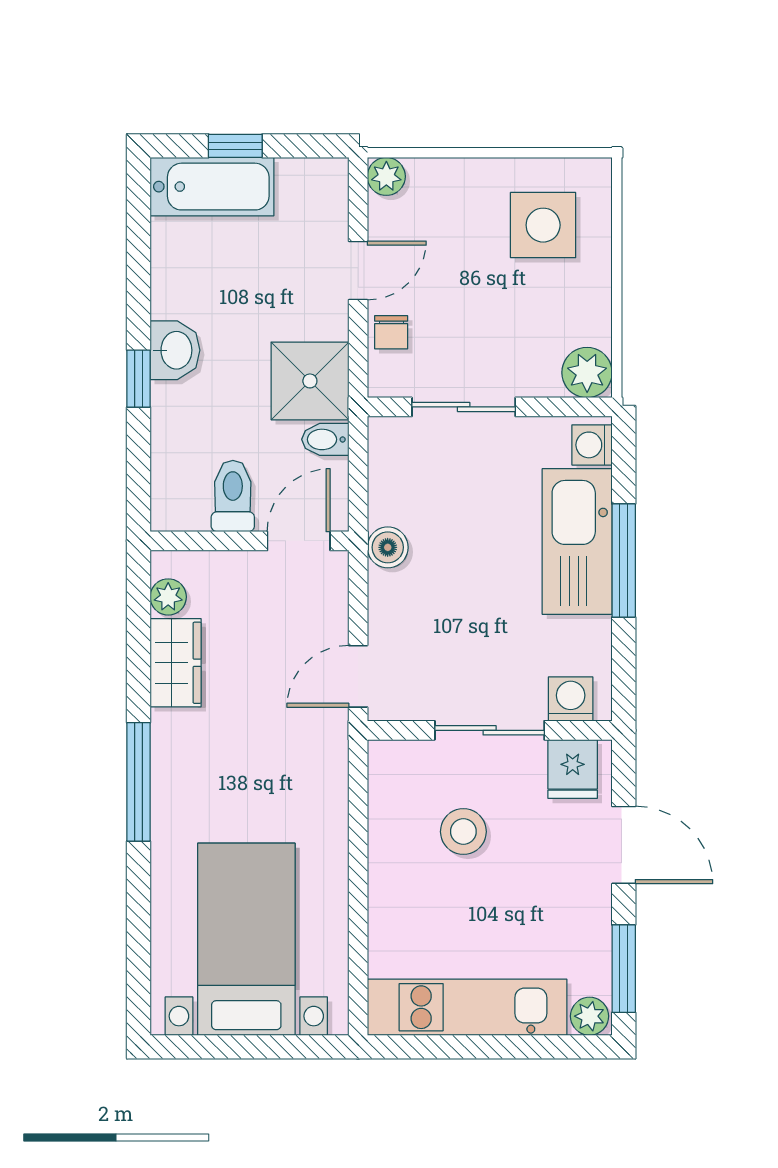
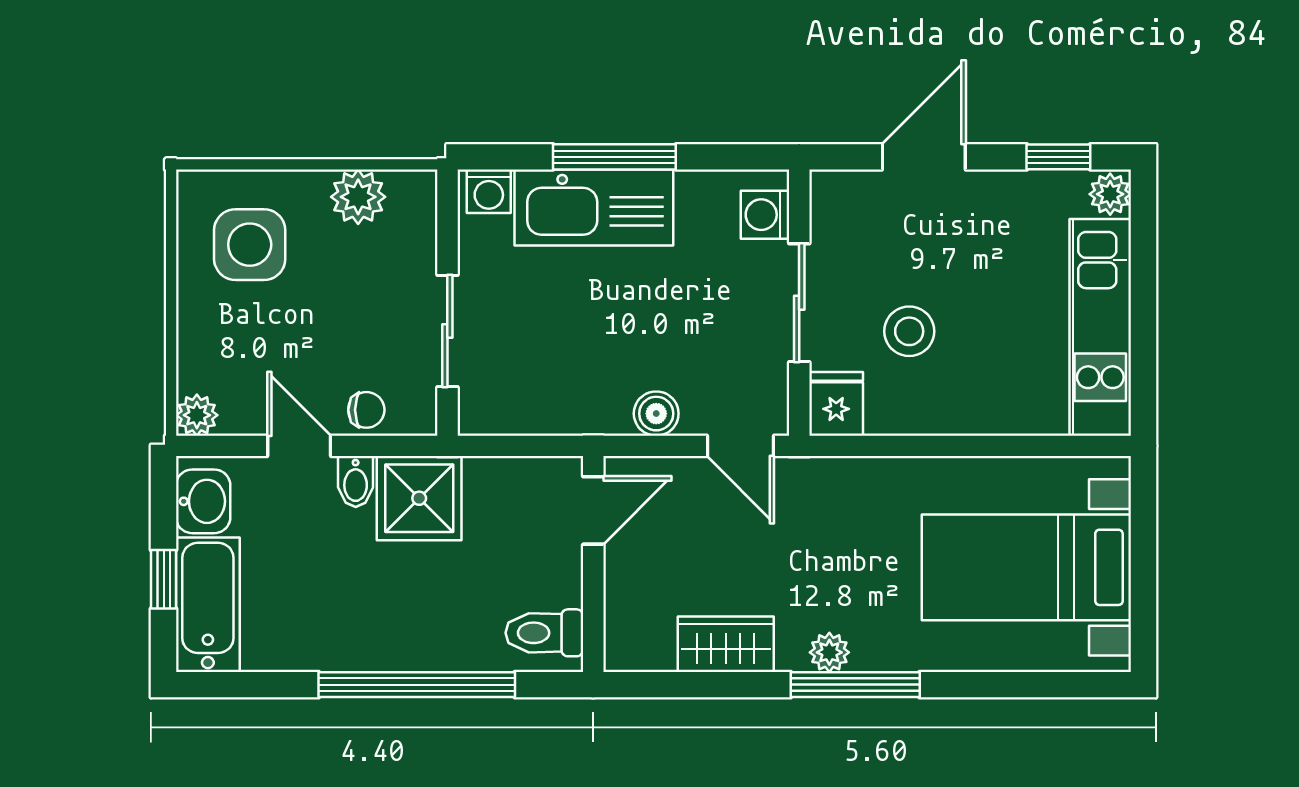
washbasin: (175, 350) -> (203, 501), moved, turned 90
plant: (587, 373) -> (358, 197), moved
window: (139, 379) -> (417, 685), width x3.17
bidet: (325, 439) -> (356, 482), moved
toilet: (233, 496) -> (544, 633), moved
door: (299, 541) -> (593, 510), swing flipped
boiler: (388, 547) -> (656, 414), moved
plant: (168, 597) -> (829, 652), moved
fridge: (573, 769) -> (836, 404), moved, turned -90
window: (624, 969) -> (1058, 157), width x0.67

